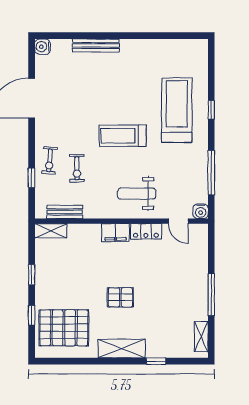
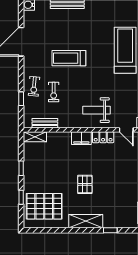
treadmill: (123, 136) -> (69, 58), moved
pallet: (120, 297) -> (85, 184), turned 90

